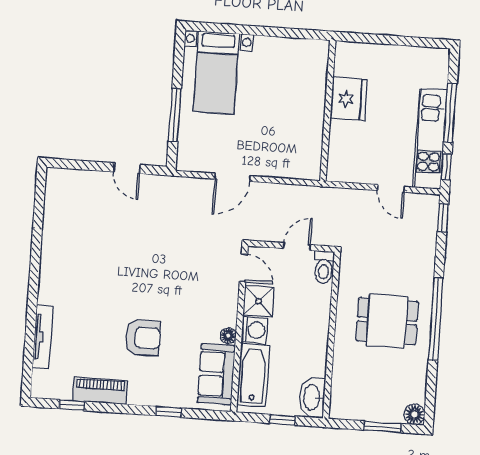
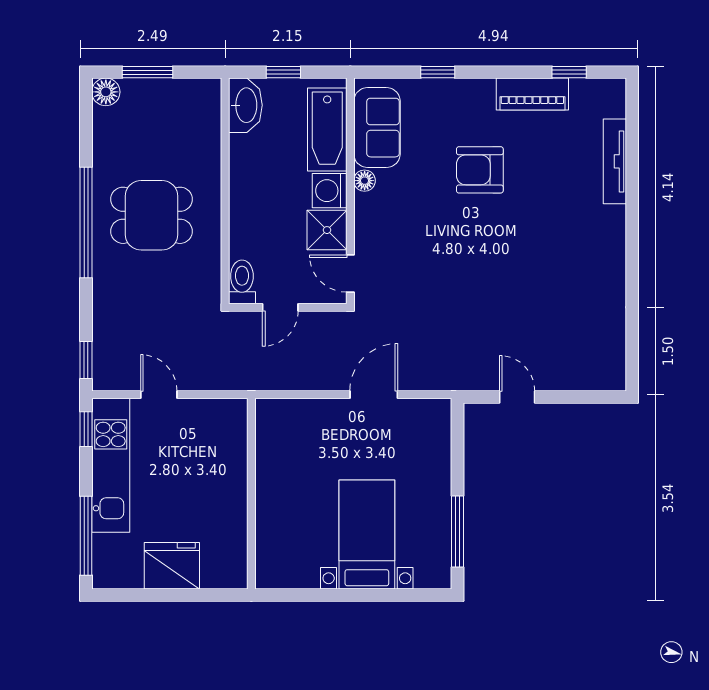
bed with nightstands: (216, 73) -> (367, 535), moved
fridge: (349, 99) -> (172, 566), moved, turned 90
window: (450, 113) -> (86, 536), moved
window: (175, 115) -> (457, 531), moved

